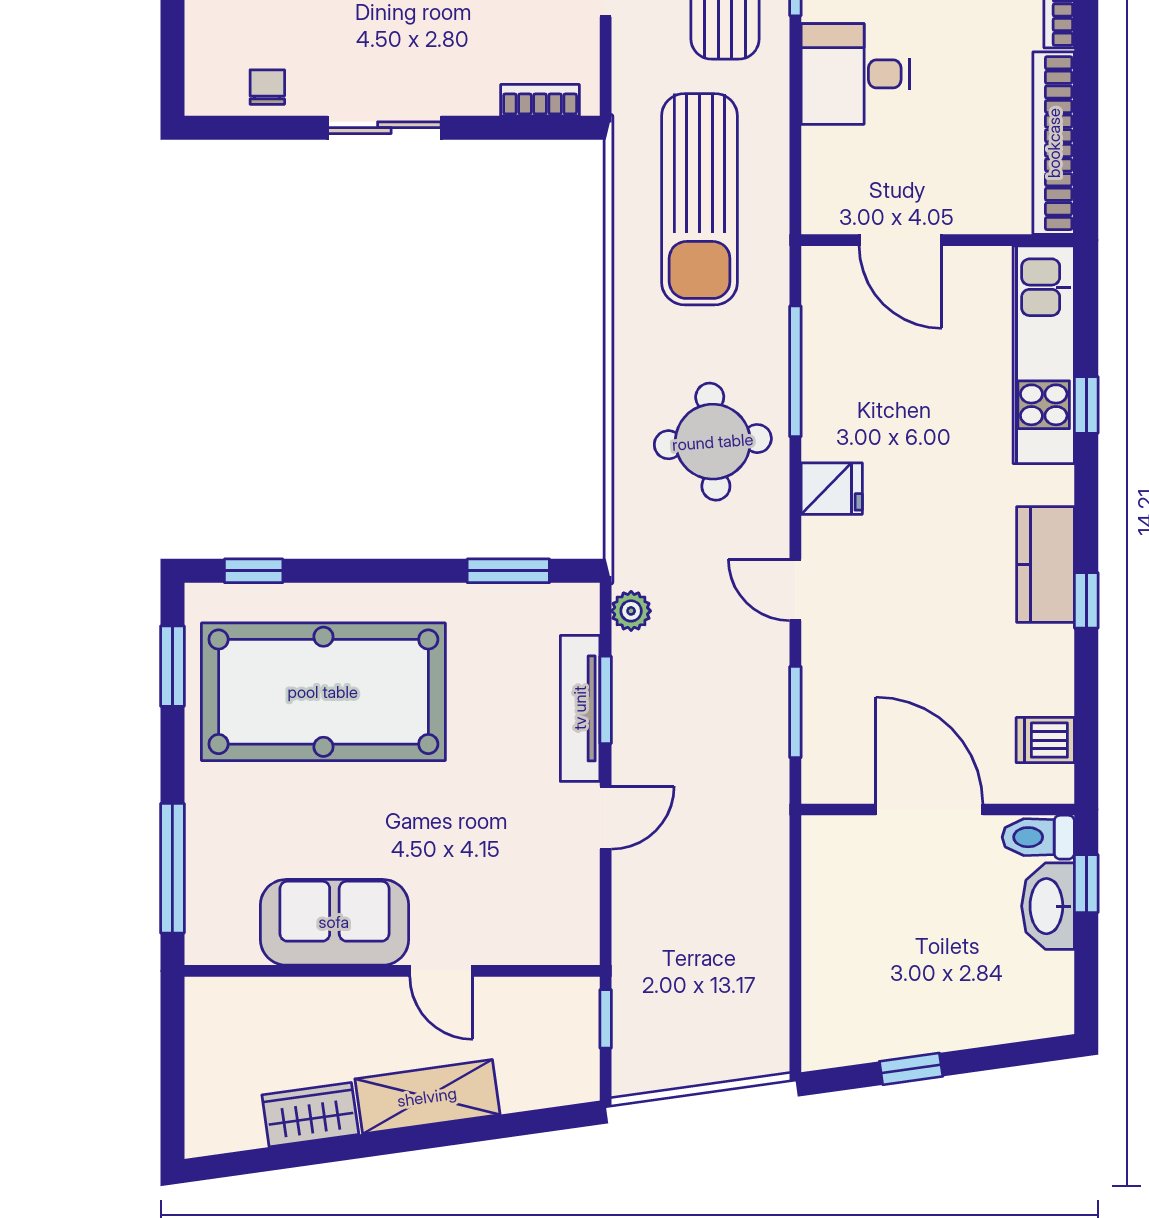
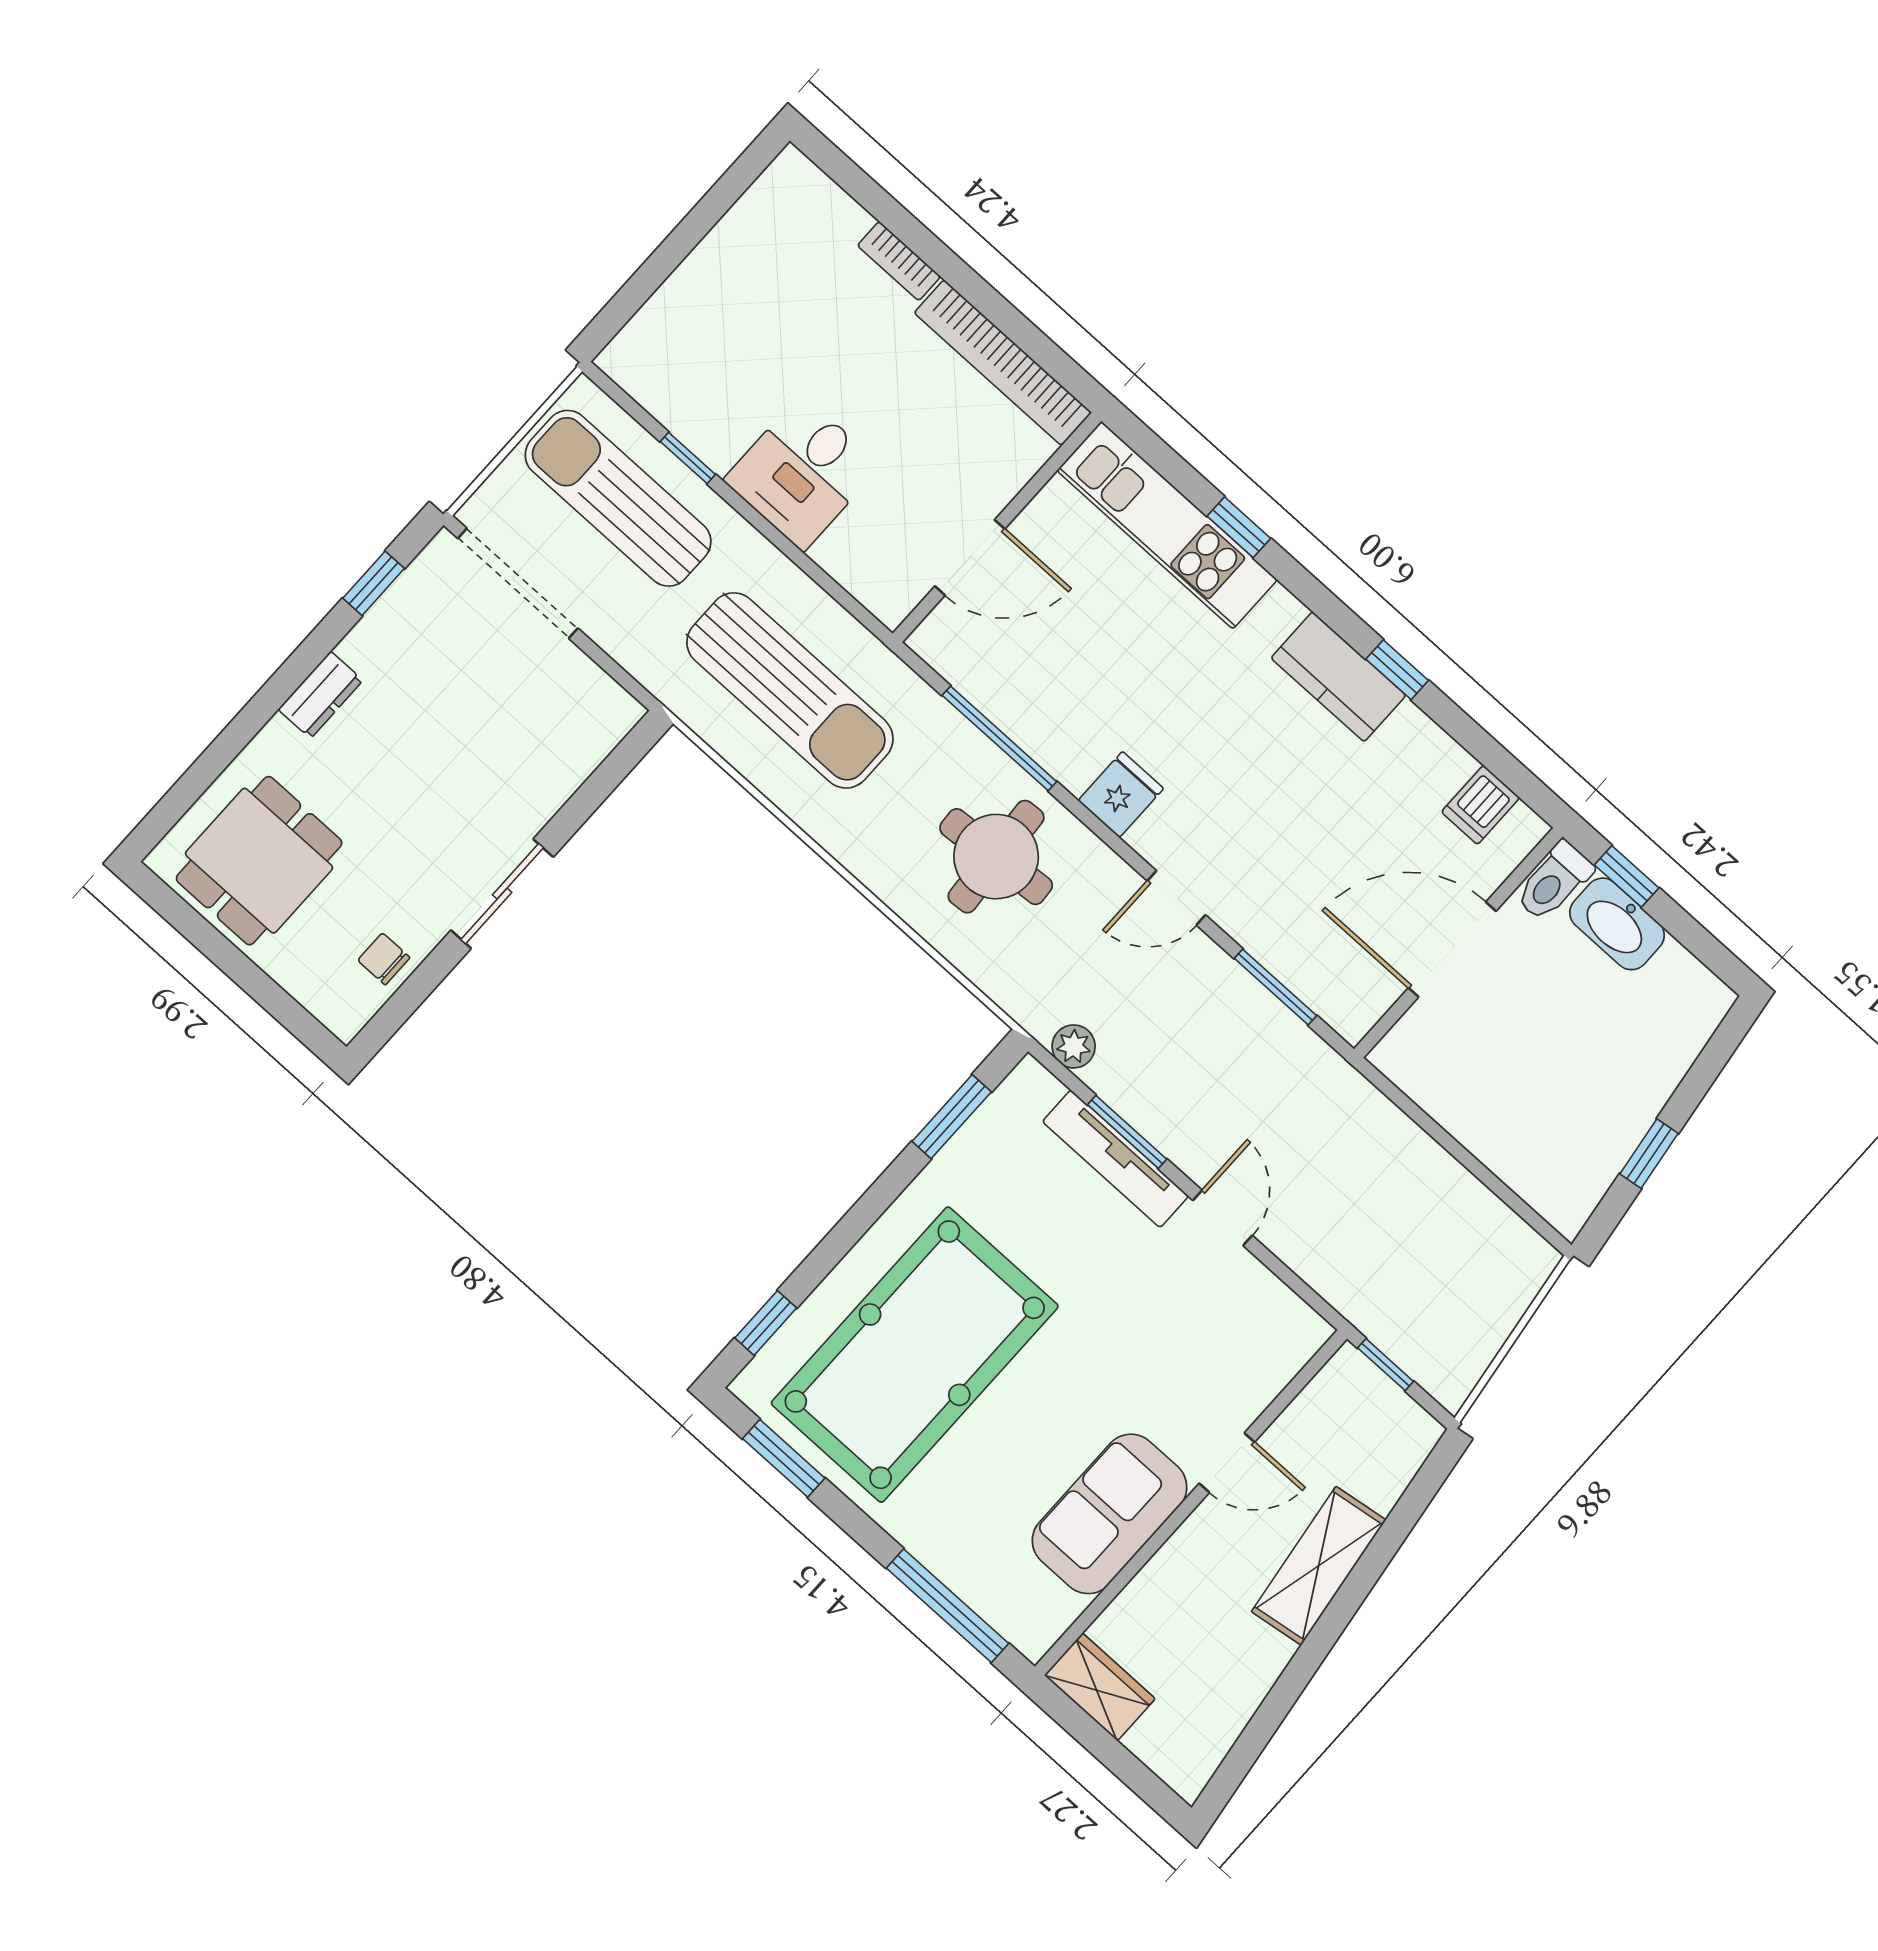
bookcase: (540, 100) -> (593, 747), removed
wardrobe: (310, 1115) -> (1100, 1687), moved, turned 98

